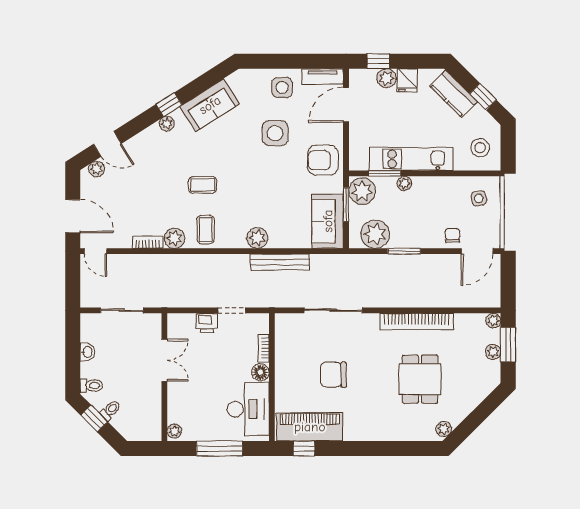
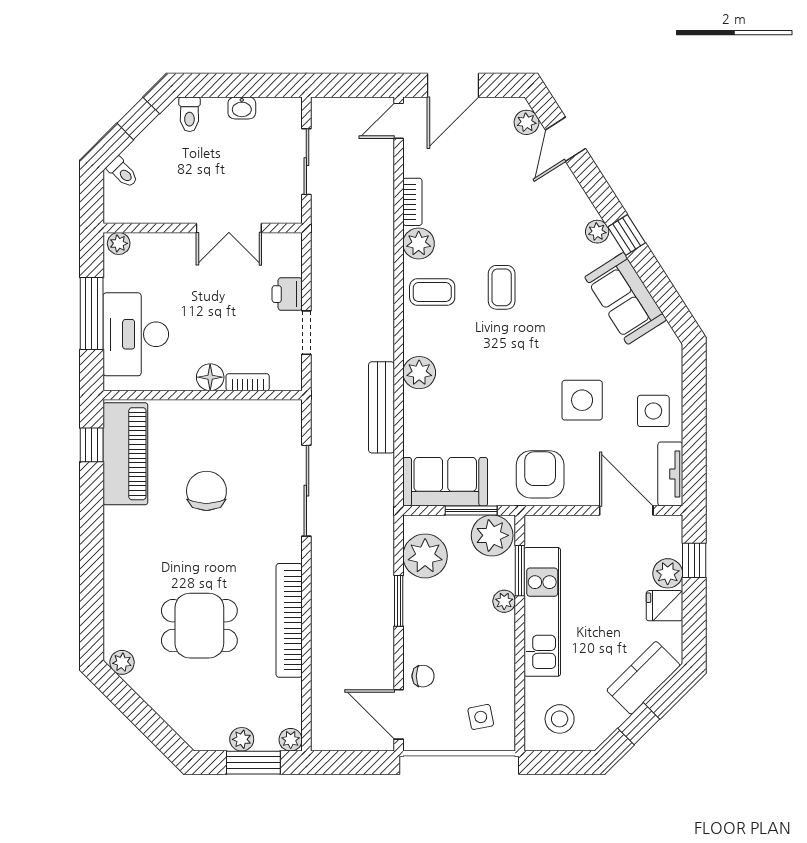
desk: (248, 409) -> (136, 334), moved, turned 90
toilet: (110, 410) -> (123, 172), moved

